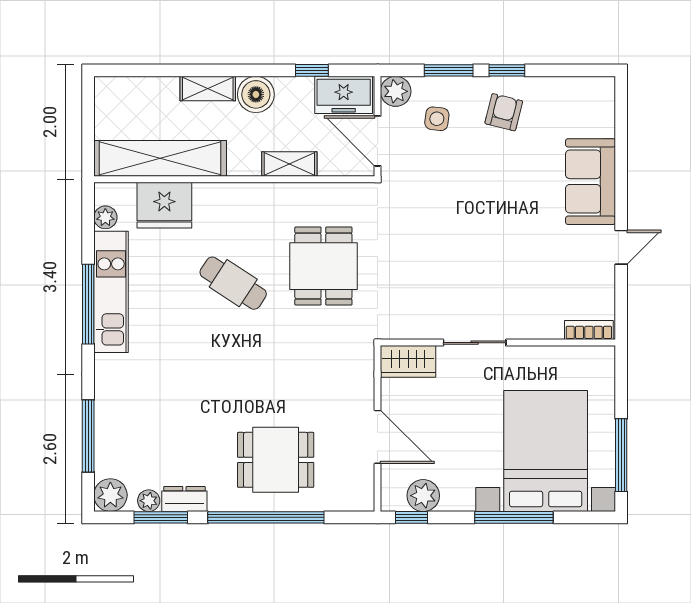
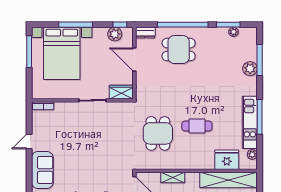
cafe table: (233, 283) -> (197, 126), turned -33
plant: (110, 495) -> (250, 69), moved
dresser: (184, 499) -> (145, 33), moved

